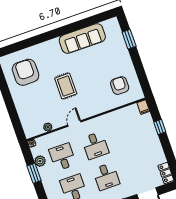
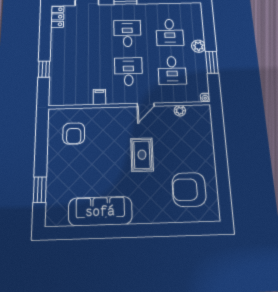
armchair: (26, 72) -> (189, 190), turned 90
filing cabinet: (143, 107) -> (99, 97), moved
plant: (40, 161) -> (198, 46), moved

